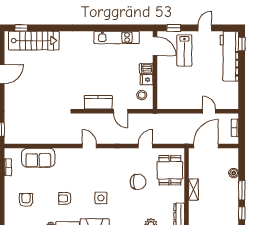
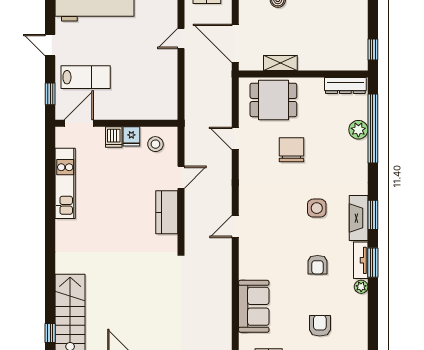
shelving: (193, 190) -> (280, 63), moved
armchair: (26, 200) -> (320, 326), turned 90

